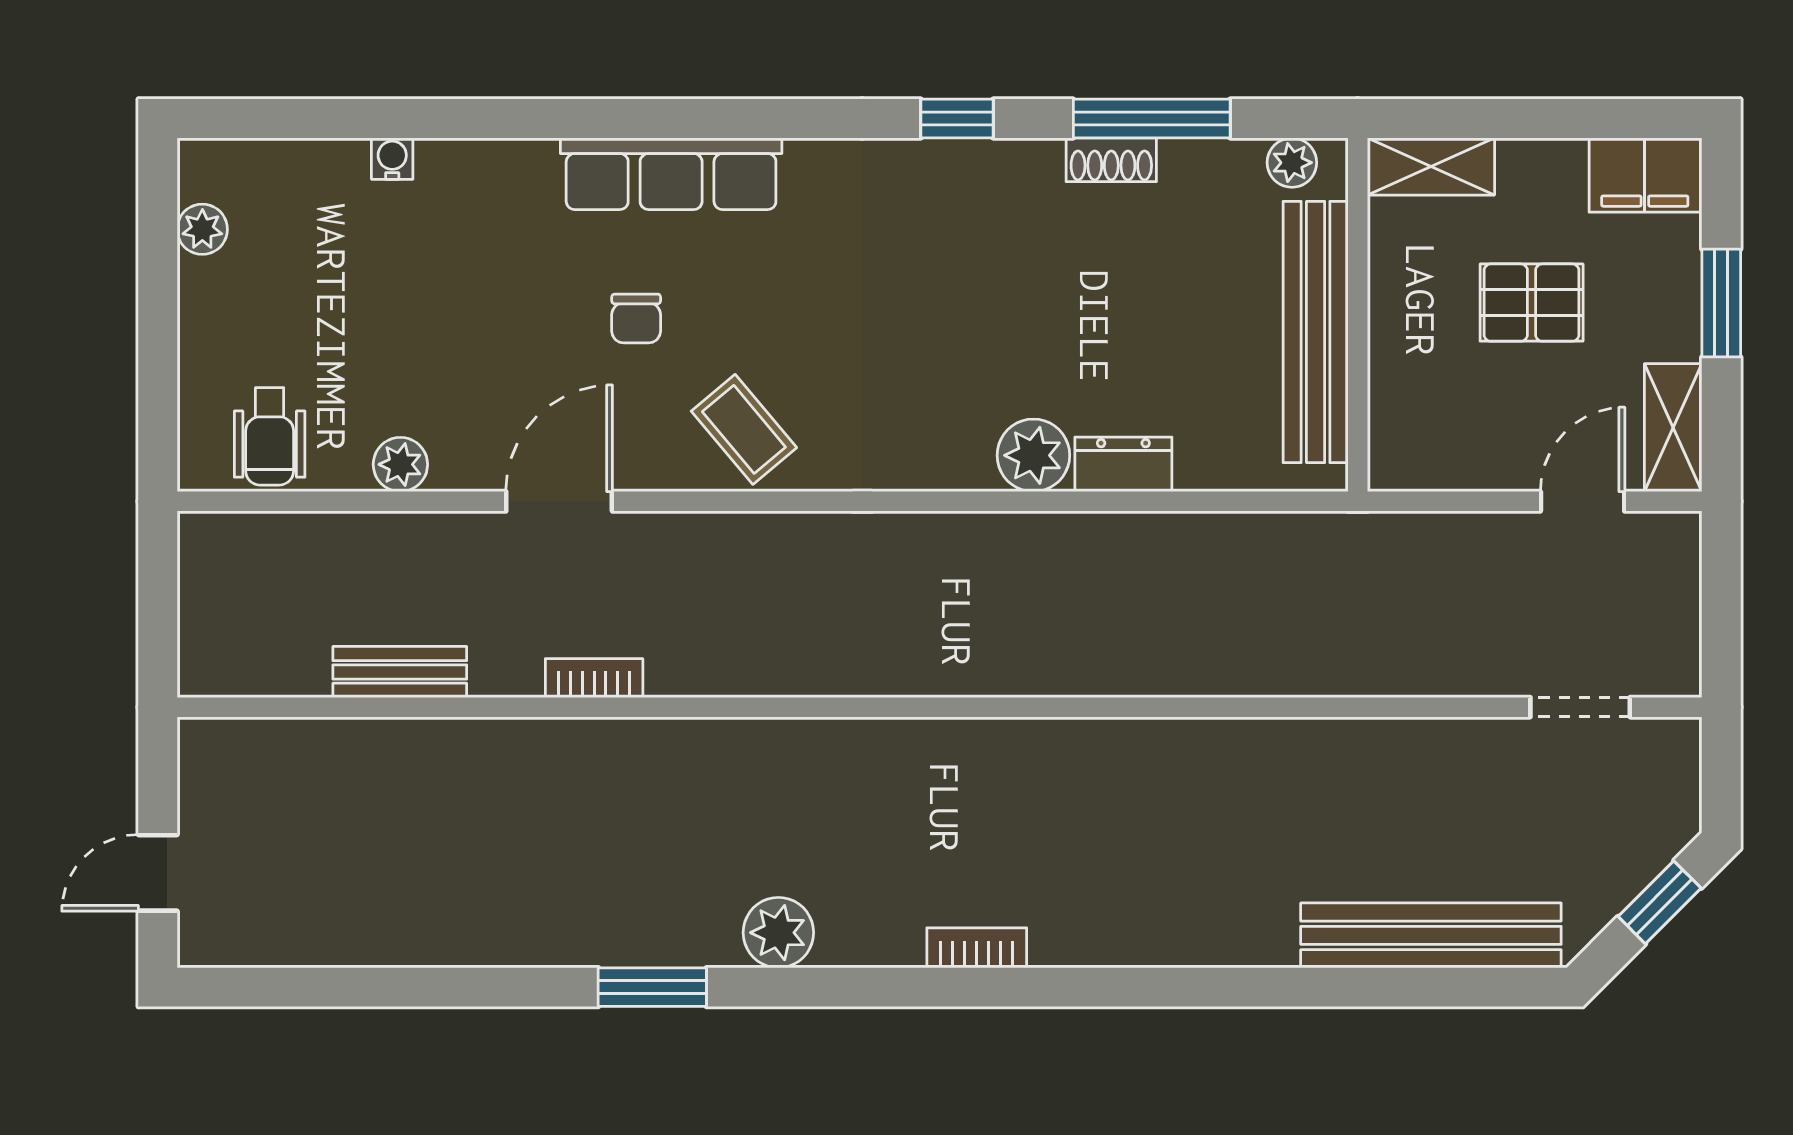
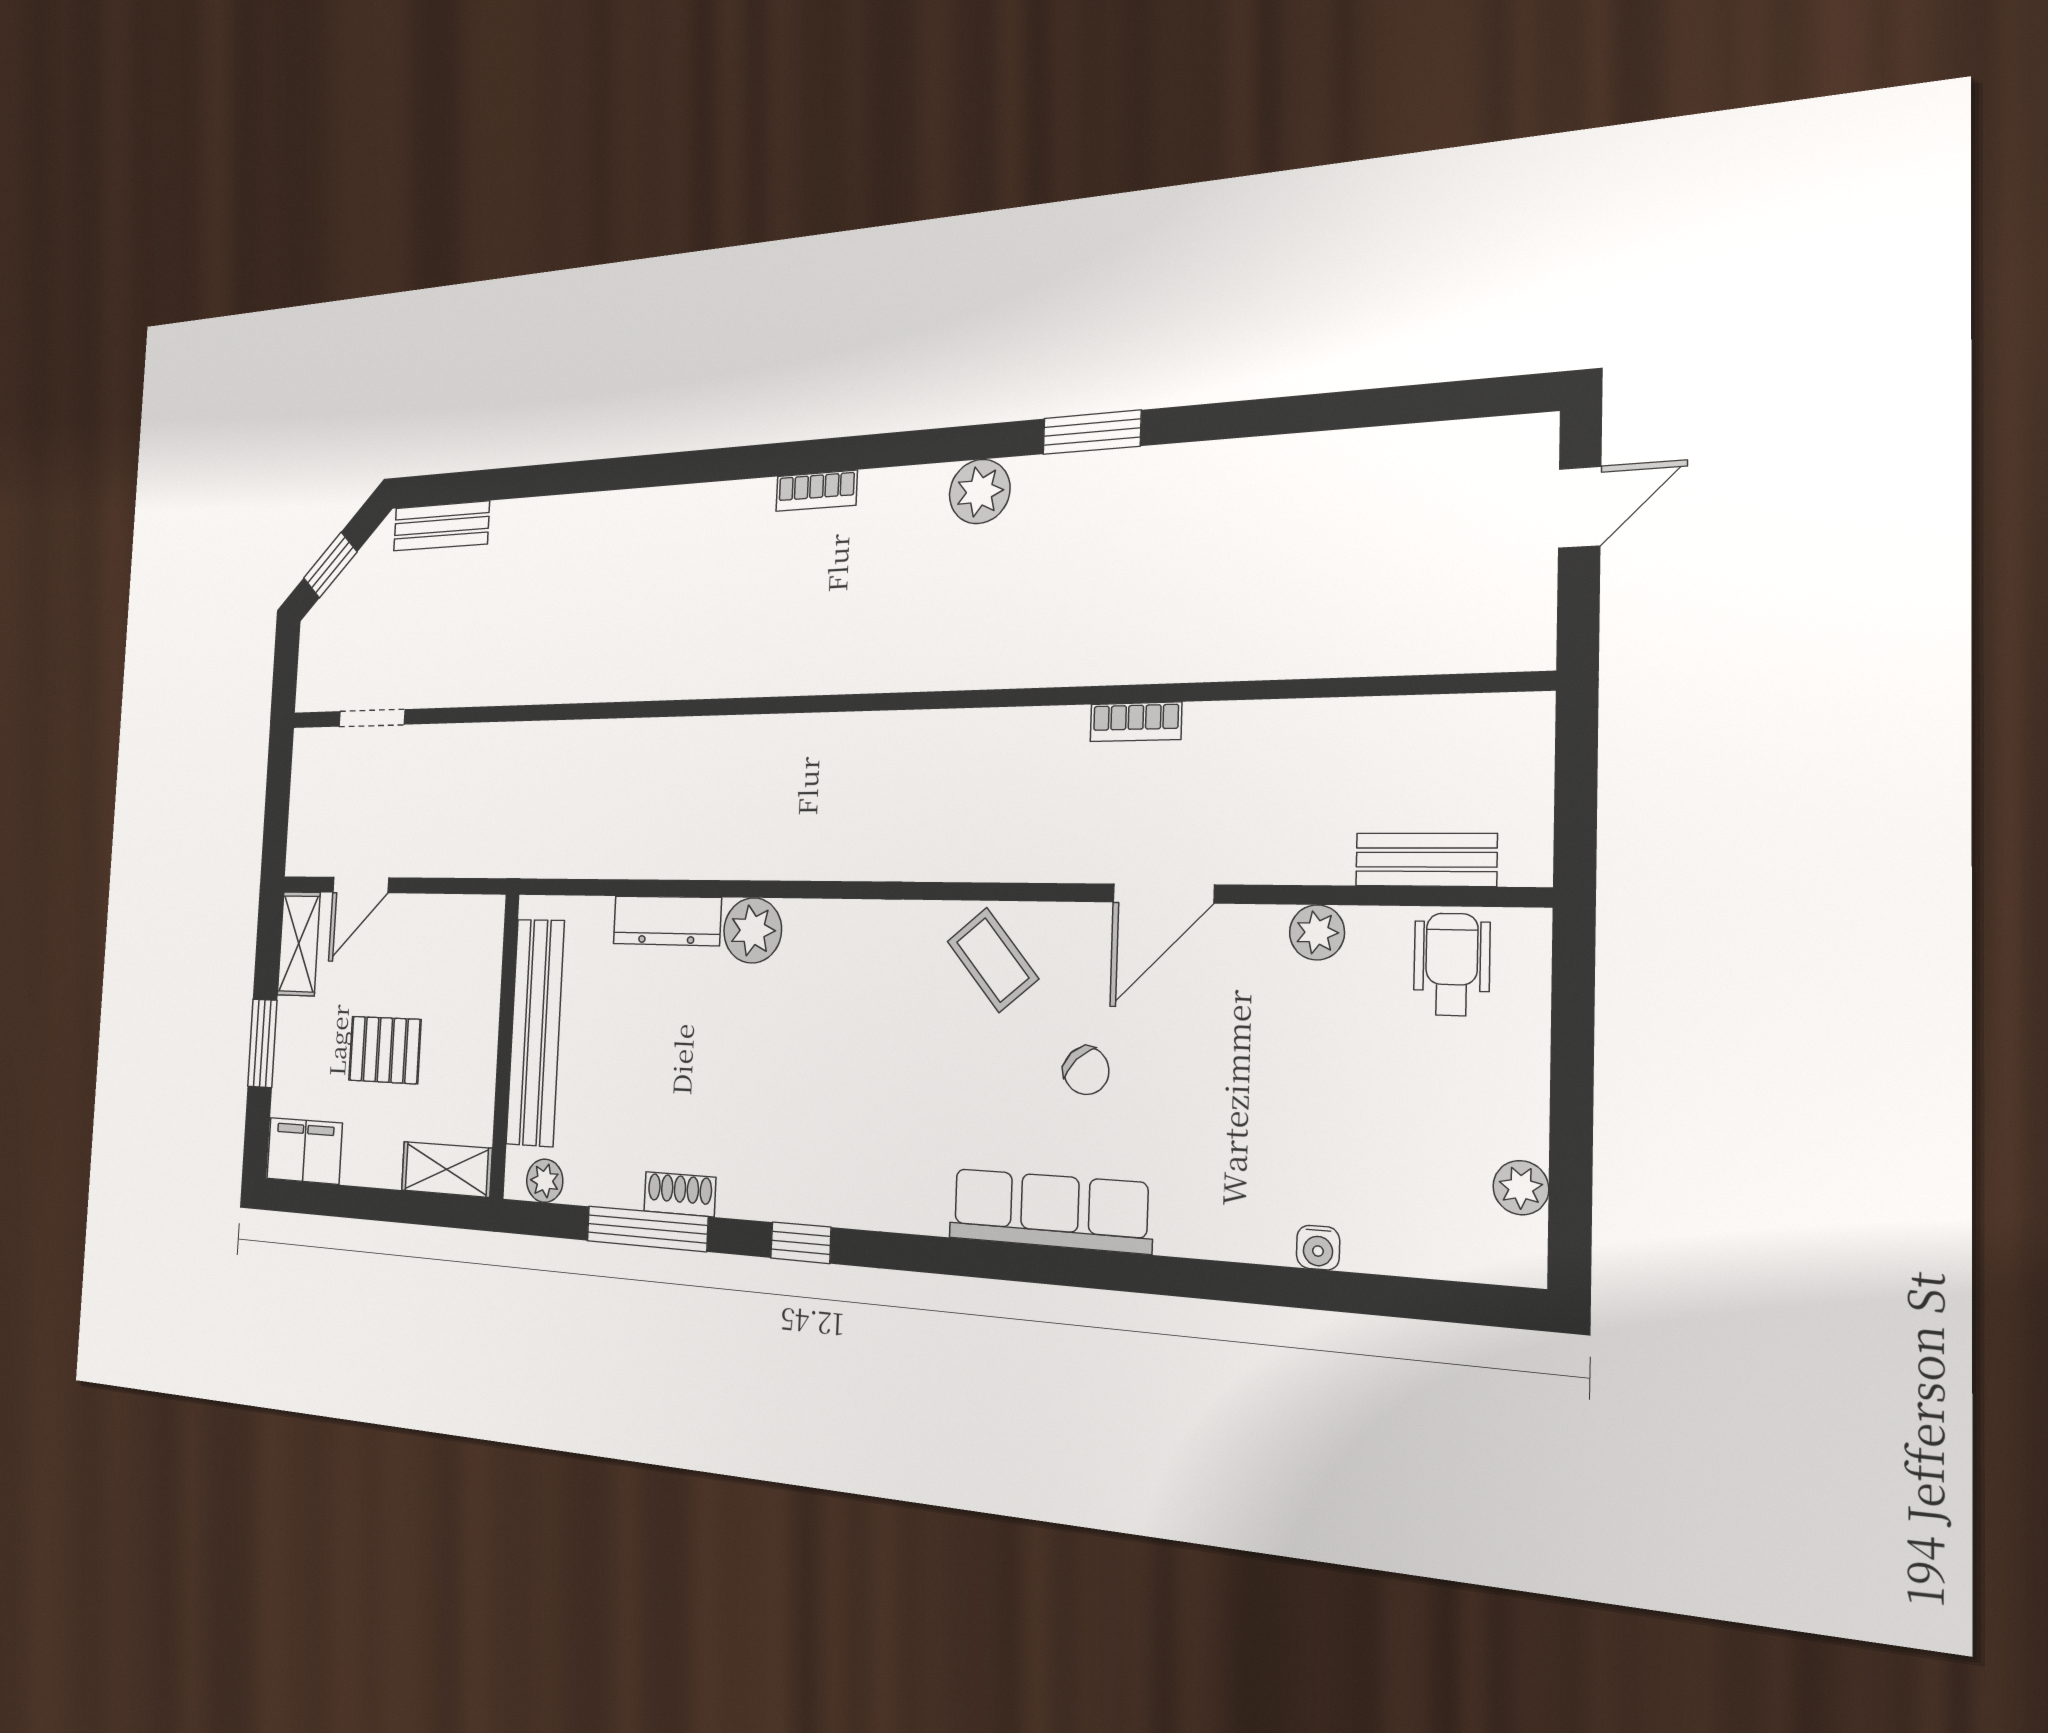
chair: (636, 318) -> (1086, 1071), turned 136
dresser: (1123, 464) -> (667, 921), width x1.44
bench: (400, 672) -> (1426, 860), moved
bench: (1431, 935) -> (441, 526), width x0.54, depth x0.82

